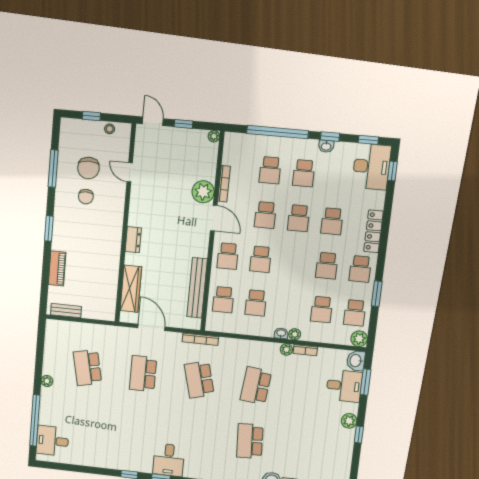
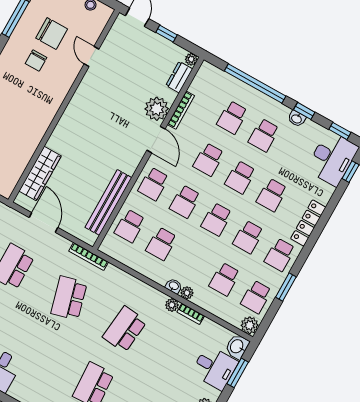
chair: (88, 168) -> (52, 34), turned -90
dresser: (133, 240) -> (179, 77), moved, turned 180
school desk: (294, 262) -> (217, 219), added

